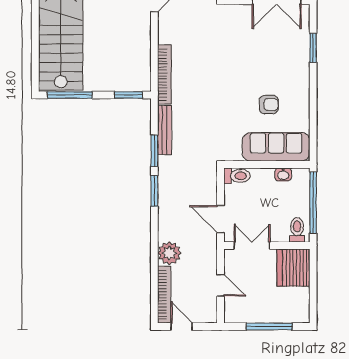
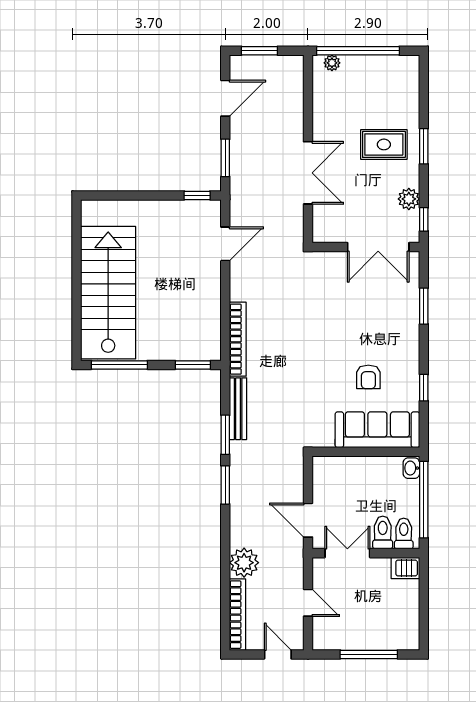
armchair: (269, 105) -> (368, 377), turned 90
window: (313, 113) -> (424, 388), added
washbasin: (283, 174) -> (411, 468), moved, turned 90
toilet: (237, 176) -> (383, 533), moved, turned -90
server rack: (293, 268) -> (405, 568), width x0.46, depth x0.70
door: (182, 327) -> (278, 654), moved

